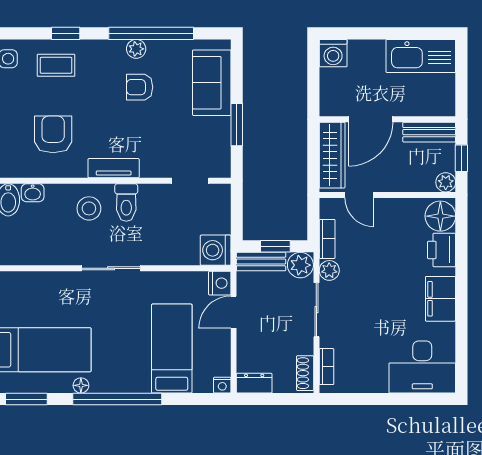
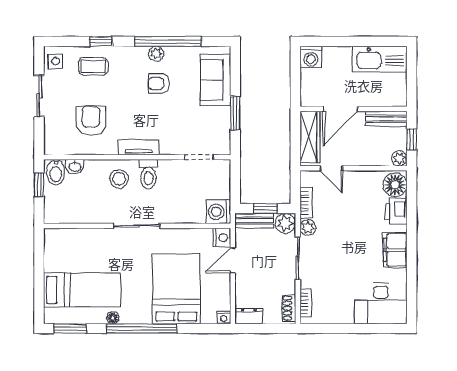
bed: (172, 349) -> (176, 289), width x1.50

